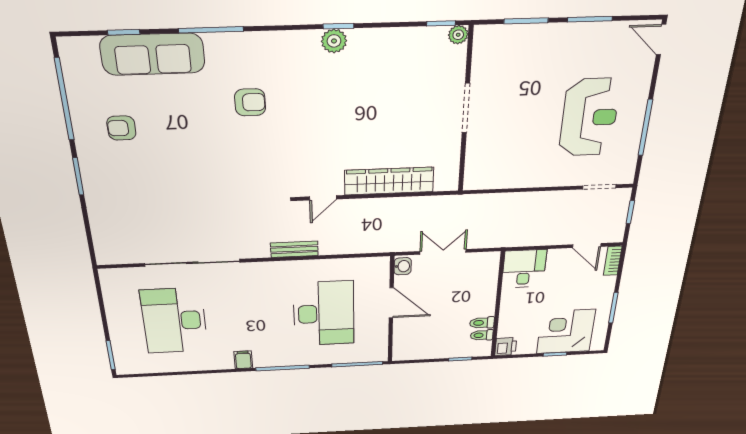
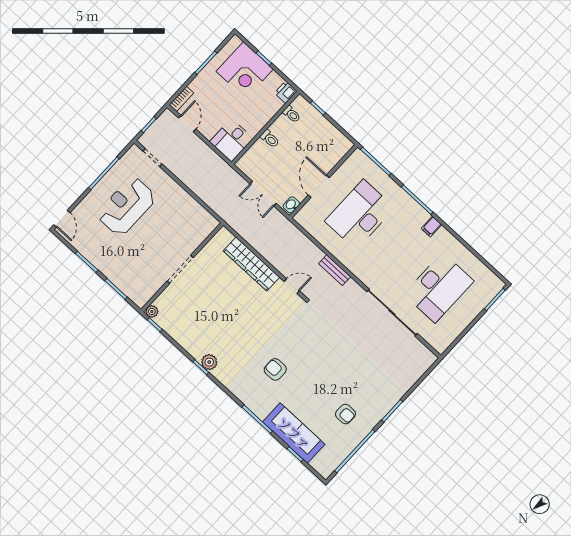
toilet: (482, 323) -> (270, 139), moved

